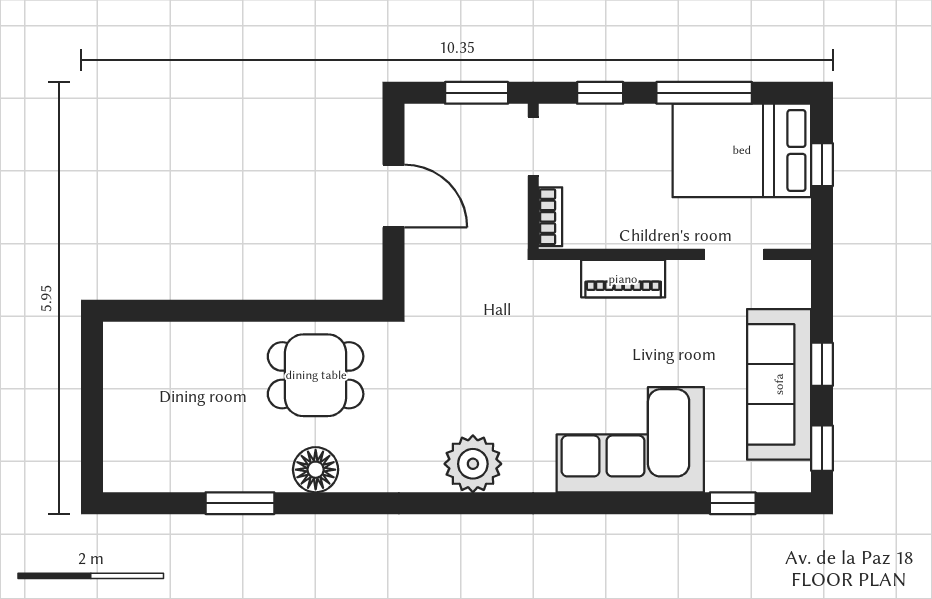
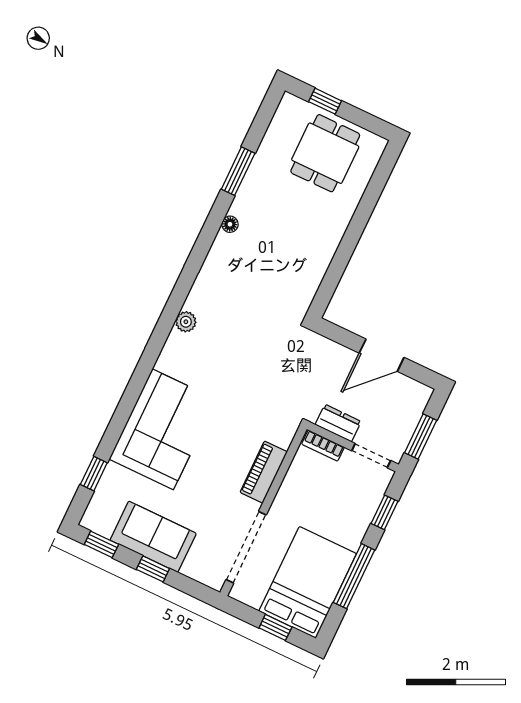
dresser: (511, 211) -> (338, 423), added
doorway: (734, 254) -> (246, 547), width x1.88
dining table: (316, 375) -> (325, 153), moved
sofa: (779, 384) -> (153, 537), width x0.73
window: (92, 432) -> (325, 101), added
plant: (473, 464) -> (186, 322), width x0.53, depth x0.53
floor lamp: (316, 470) -> (230, 224), width x0.53, depth x0.53

